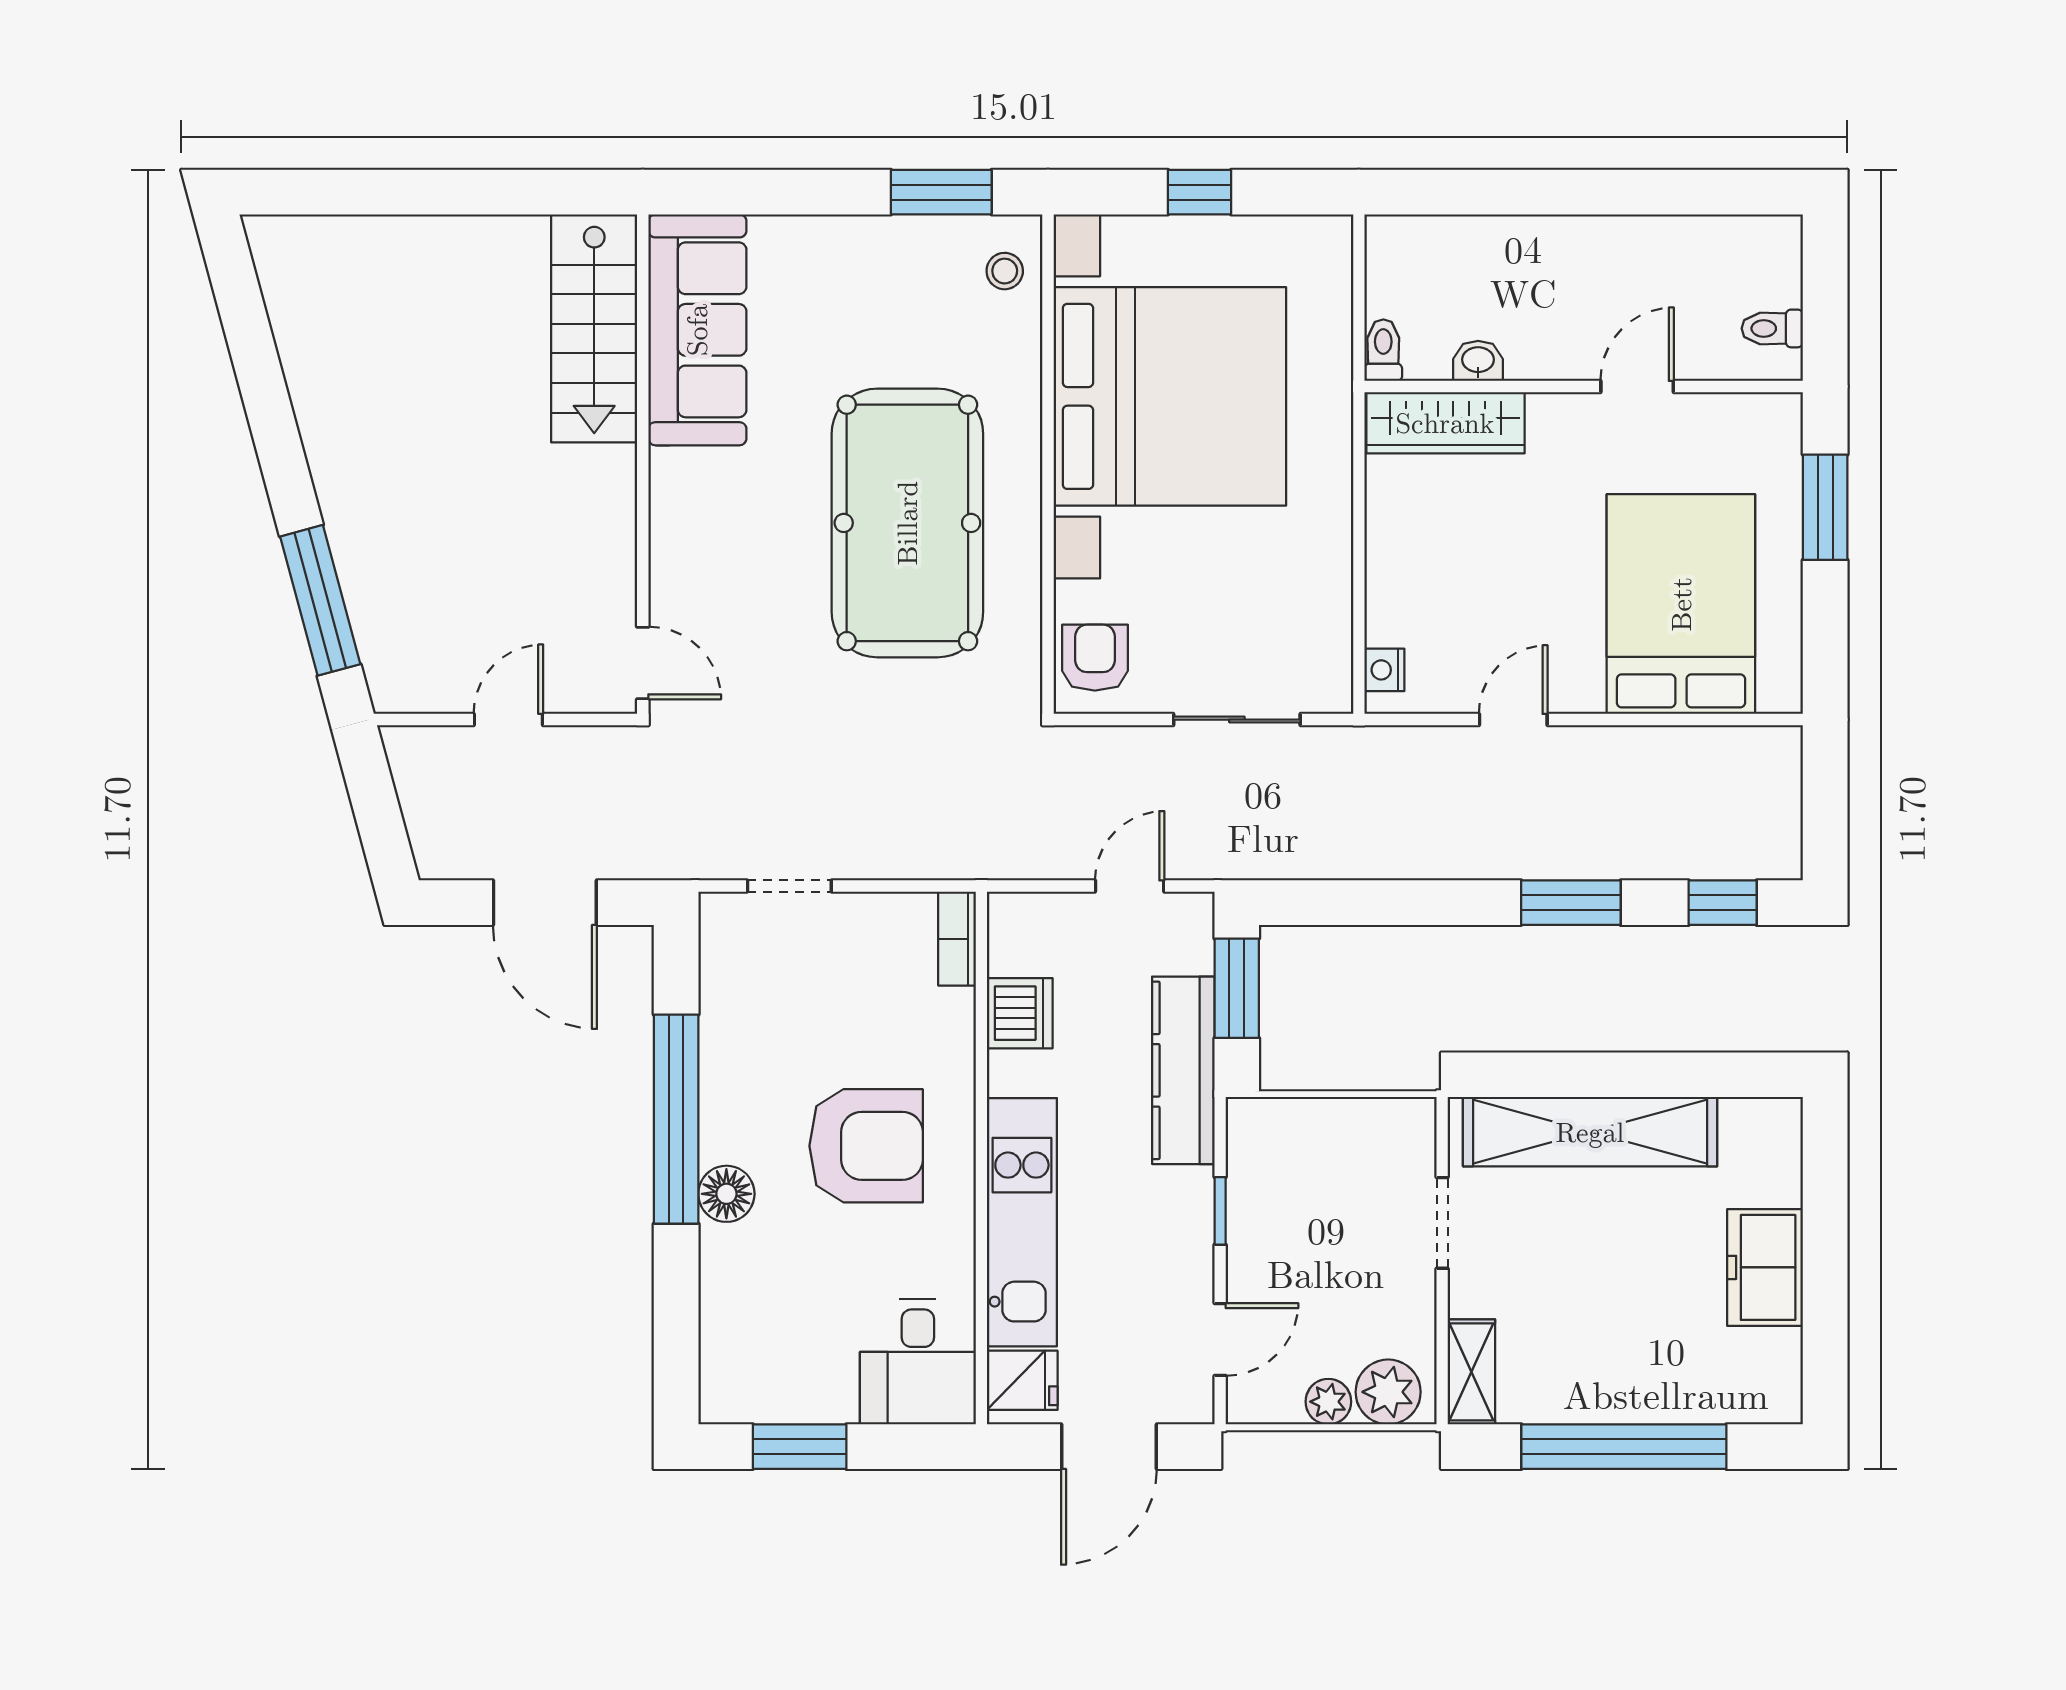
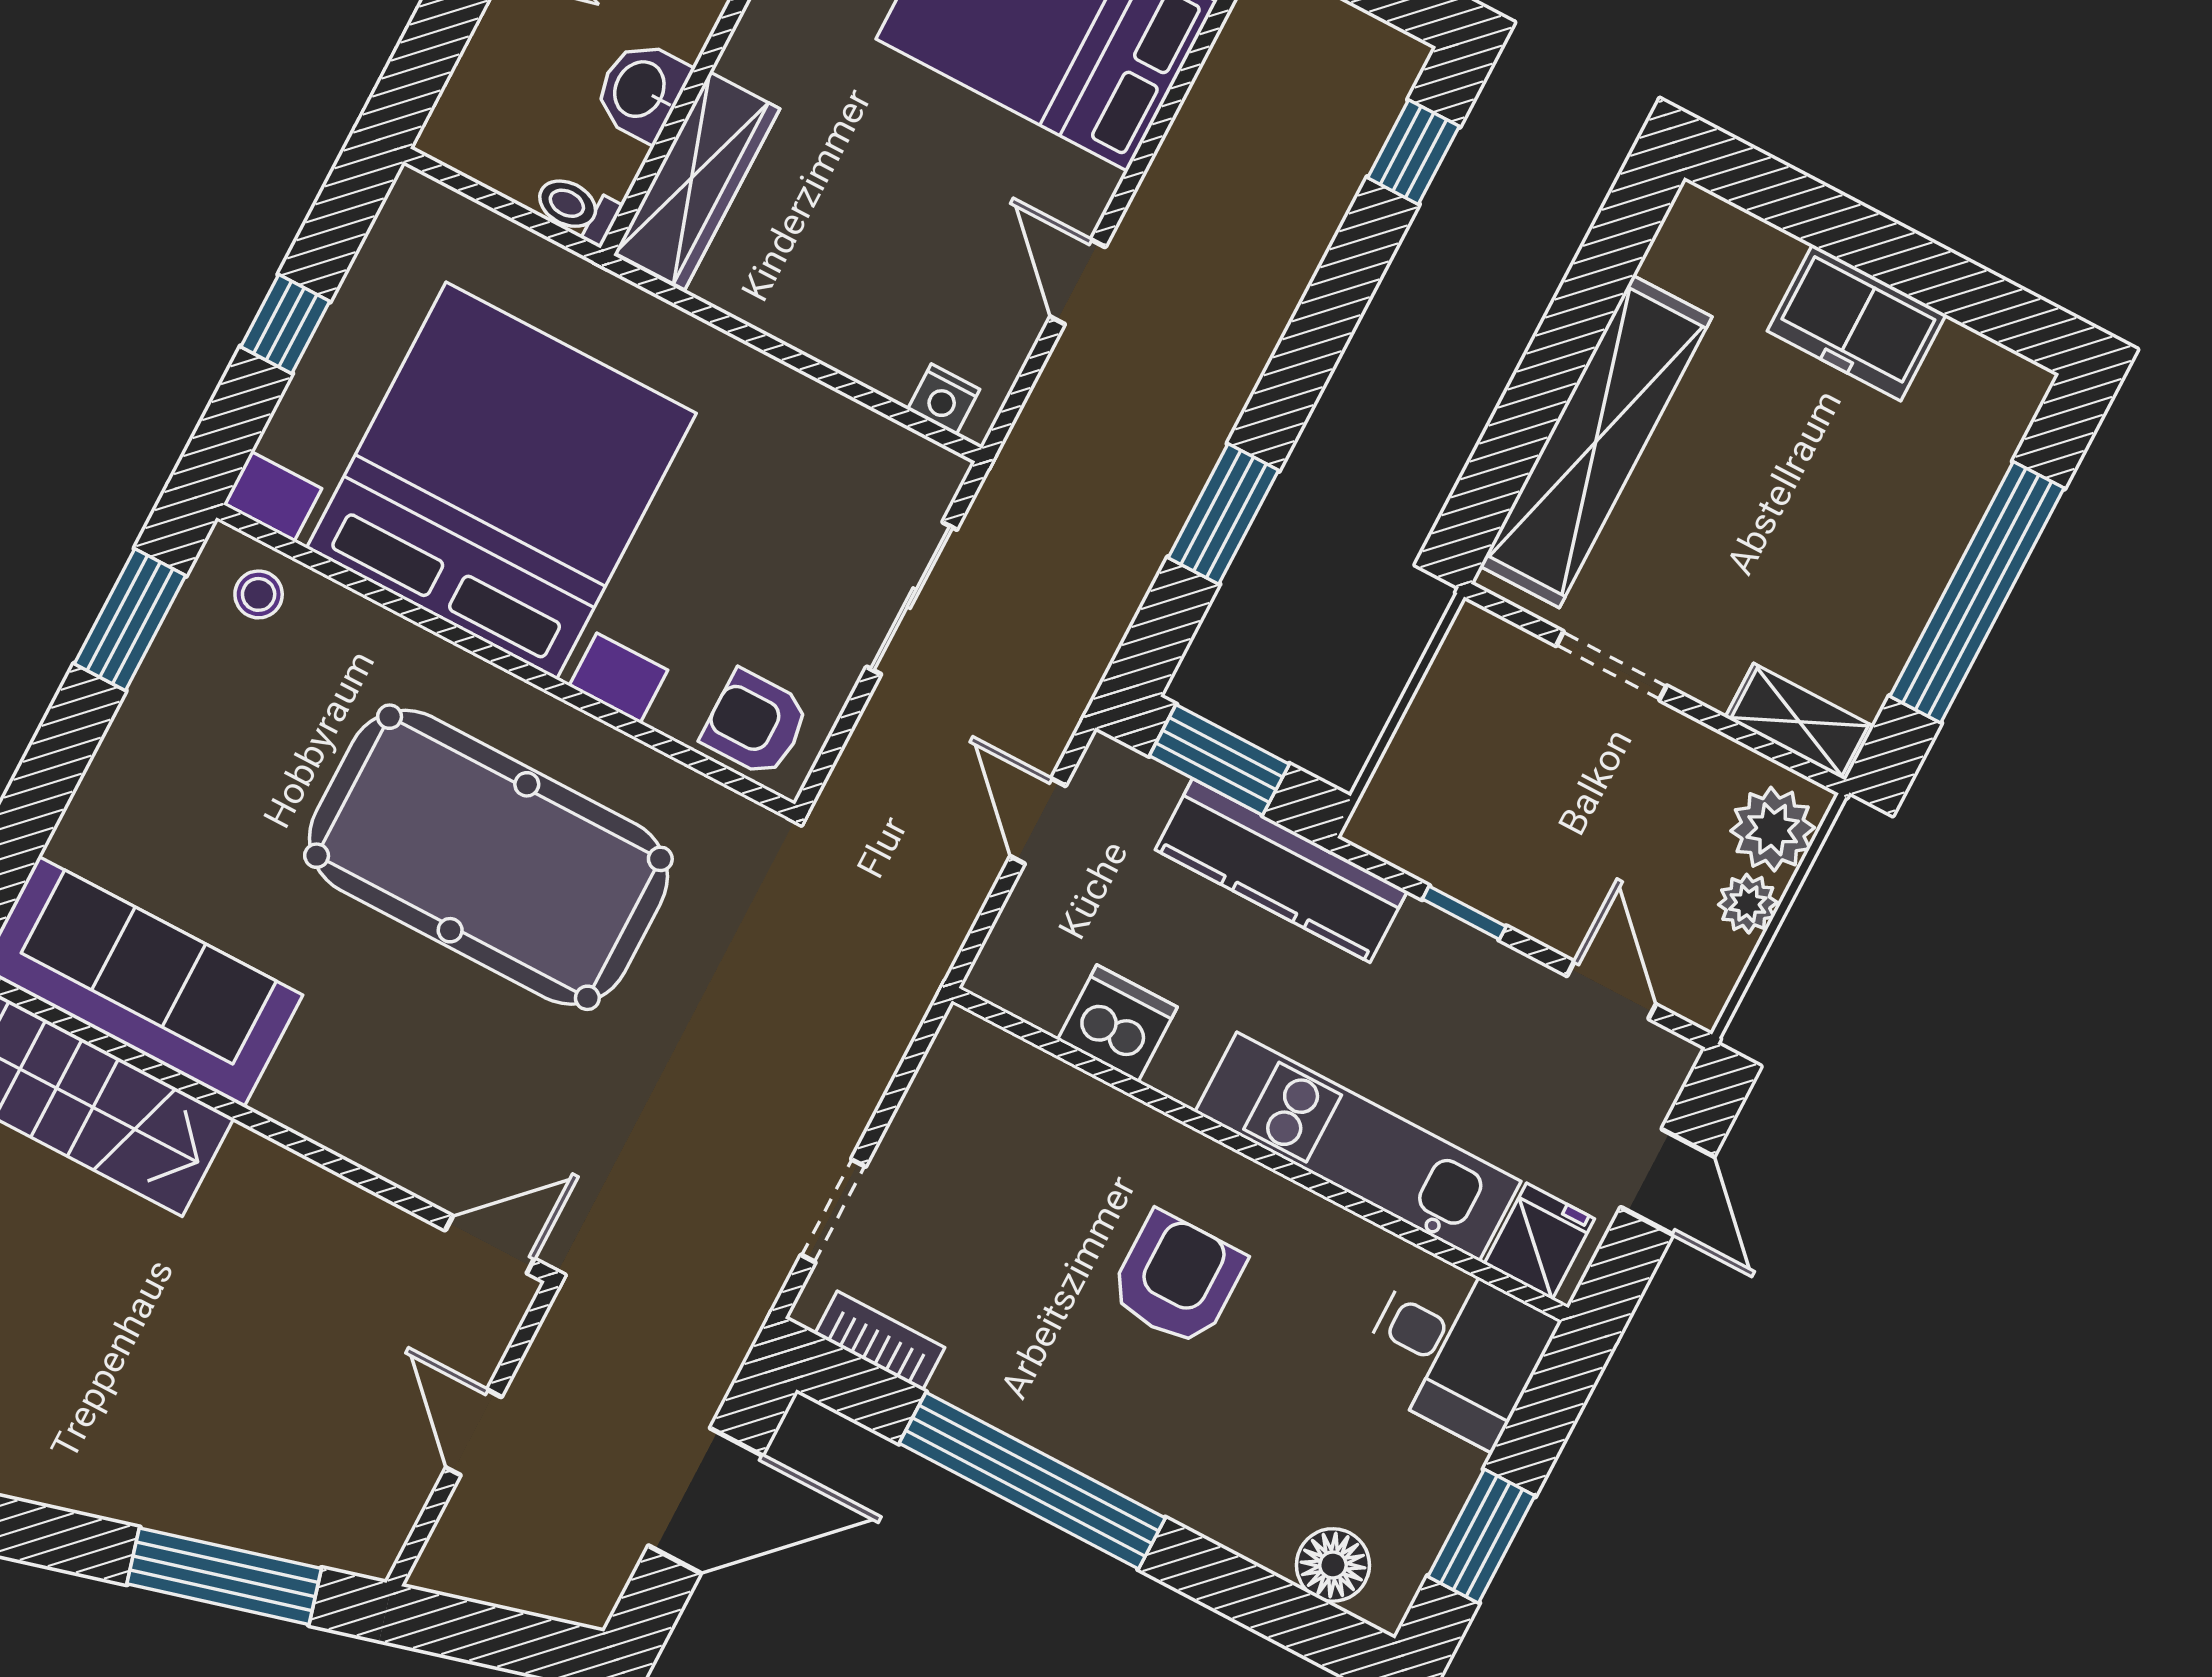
washbasin: (1478, 361) -> (641, 90), width x1.38, depth x1.45
window: (1571, 903) -> (1223, 514), moved
bookcase: (957, 939) -> (880, 1341), moved, turned 180
armchair: (866, 1146) -> (1177, 1279), width x0.73, depth x0.73
floor lamp: (726, 1194) -> (1333, 1565), moved
door: (1109, 1447) -> (1667, 1182), width x0.73

